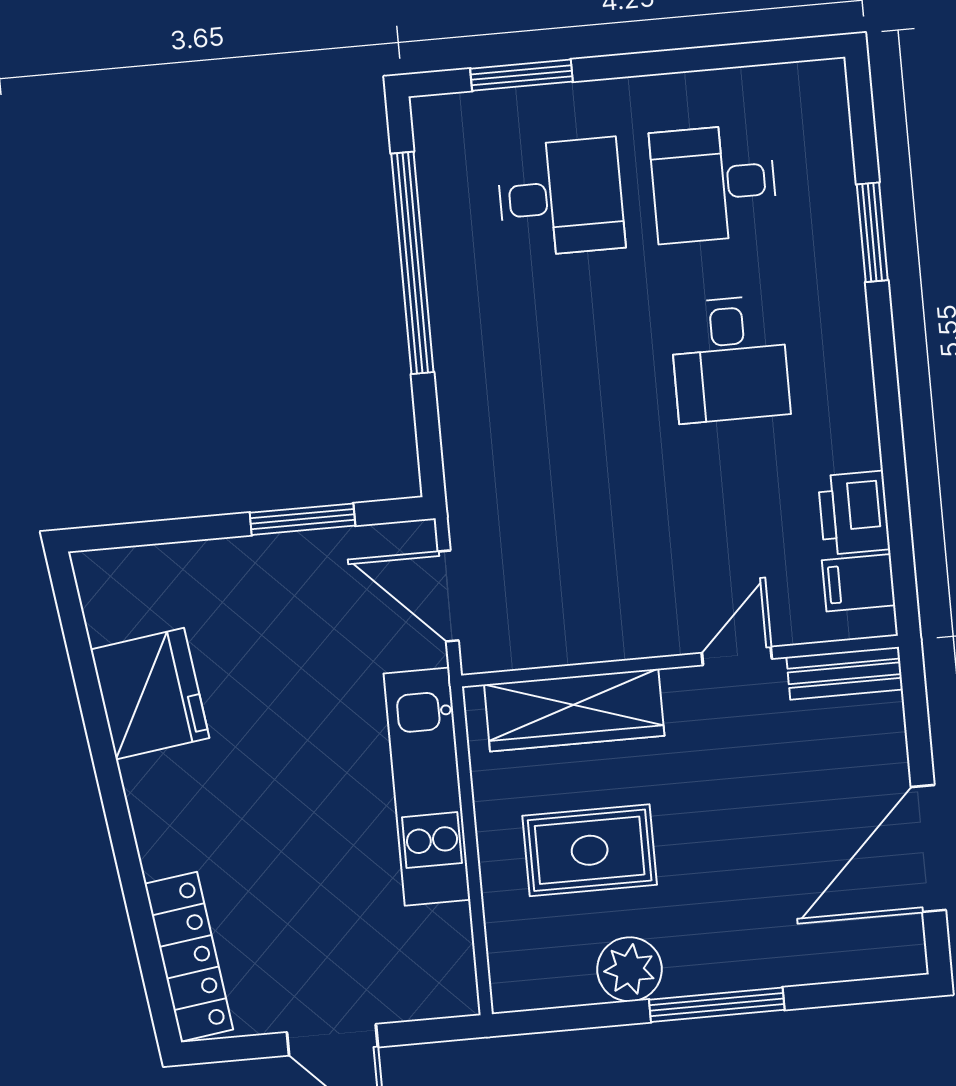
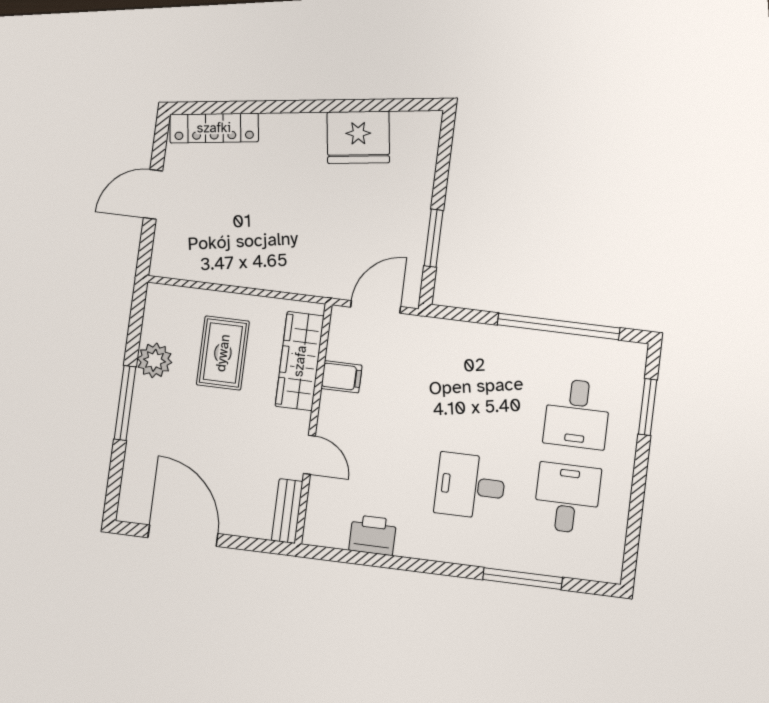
window: (872, 232) -> (522, 579), width x1.44
filing cabinet: (859, 583) -> (341, 377), moved, turned 90
kitchen unit: (427, 787) -> (276, 274), removed

